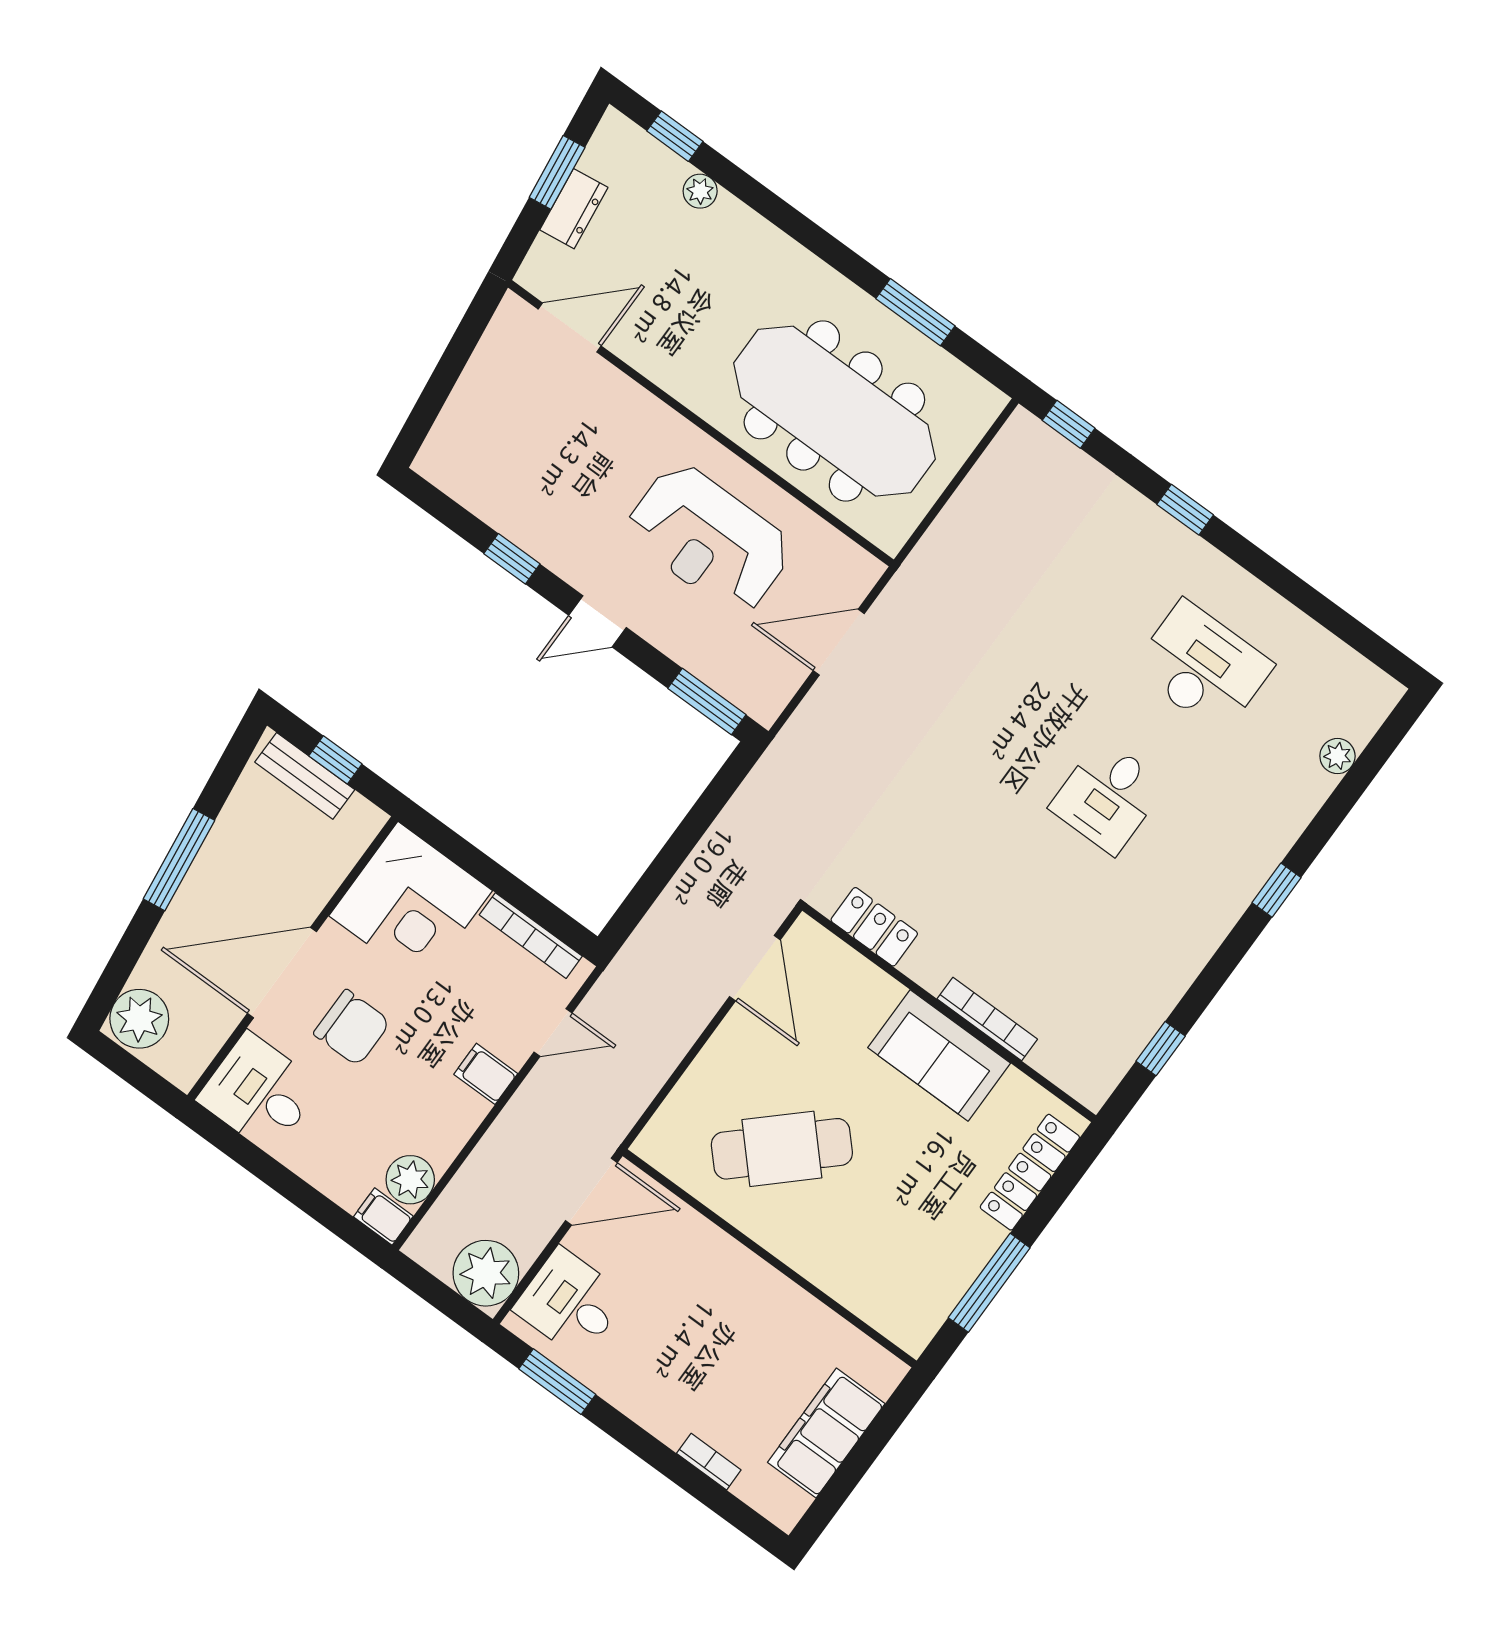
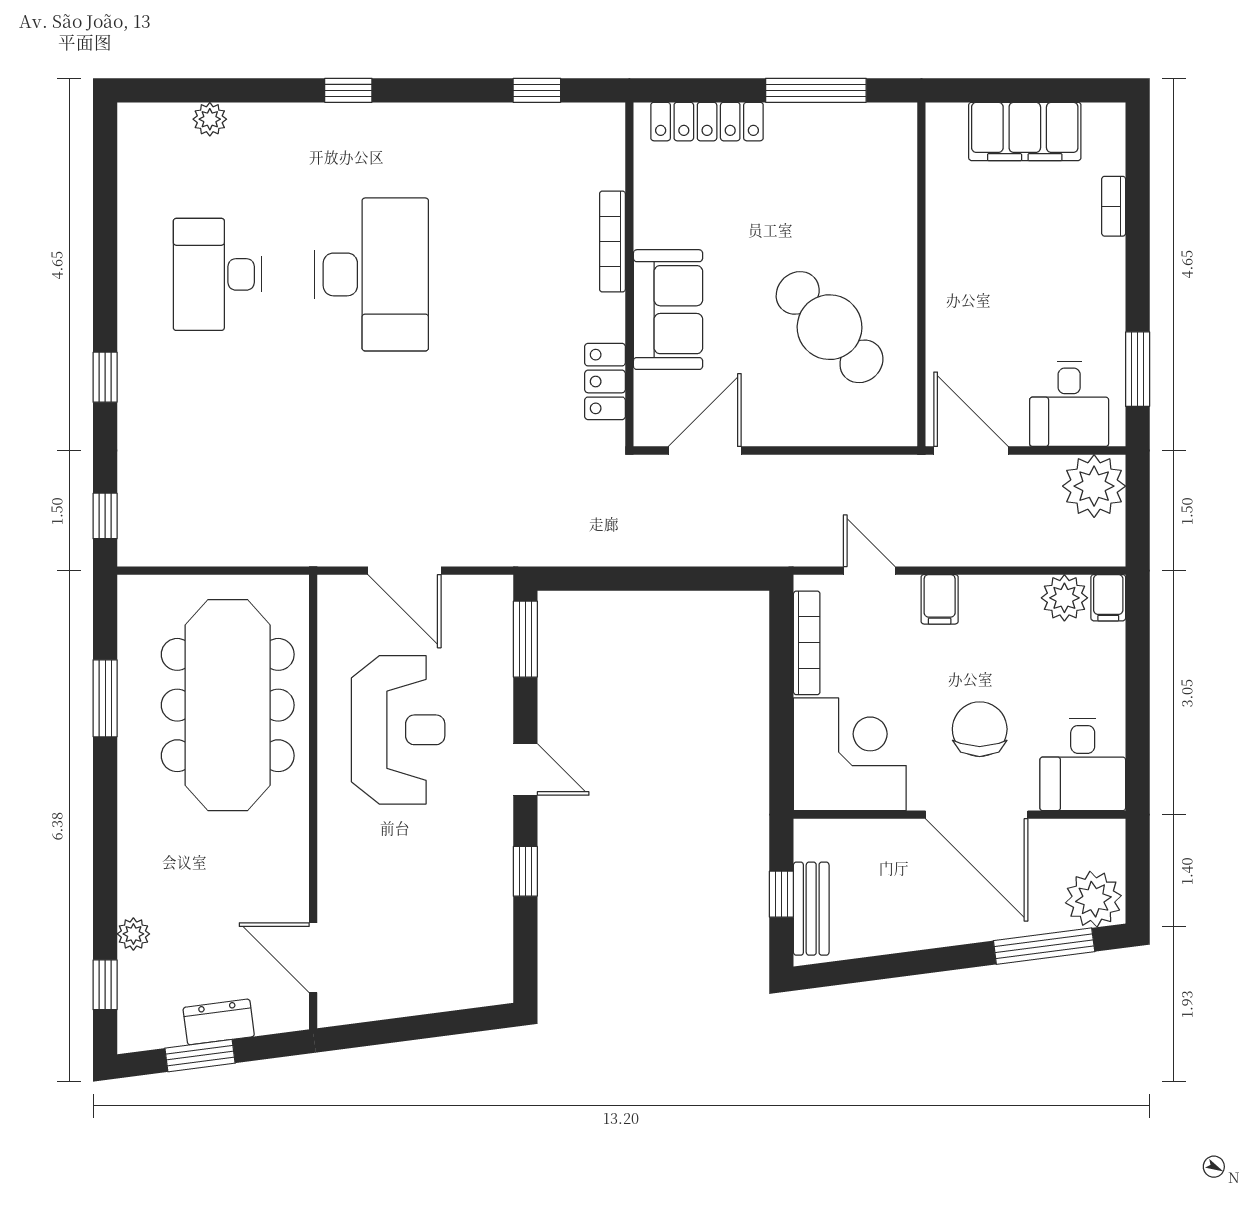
desk: (1108, 796) -> (371, 274), width x1.87, depth x1.30
window: (179, 860) -> (1044, 946), moved
sofa: (939, 1055) -> (668, 310), moved

